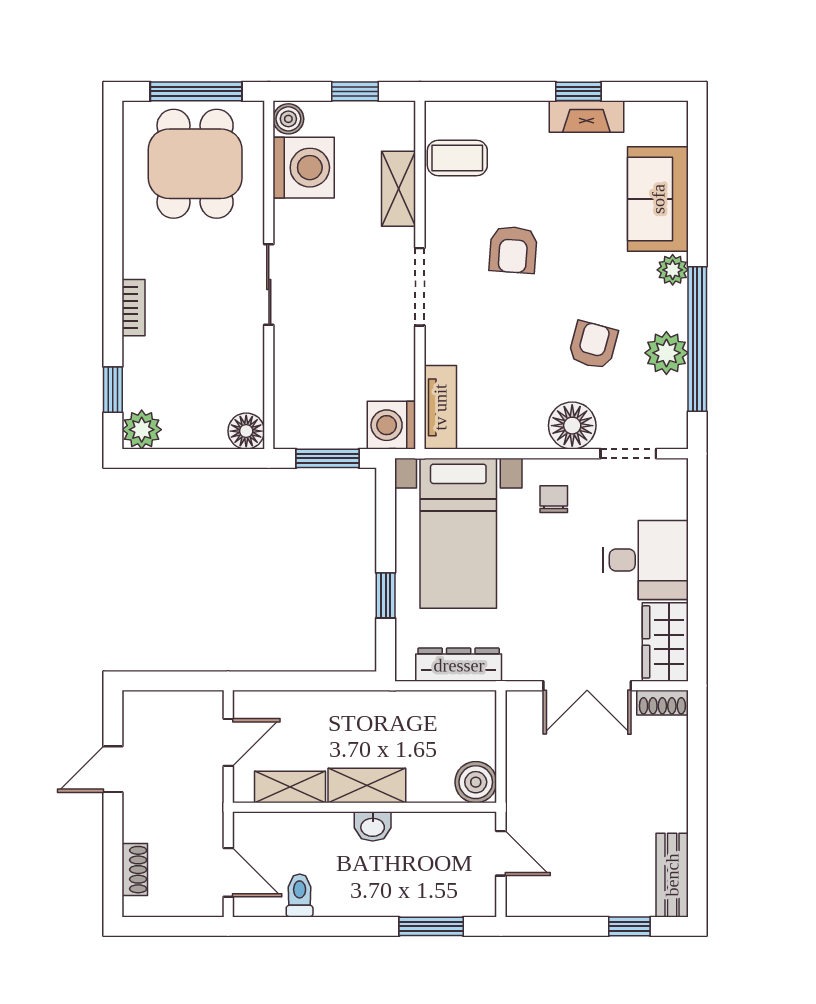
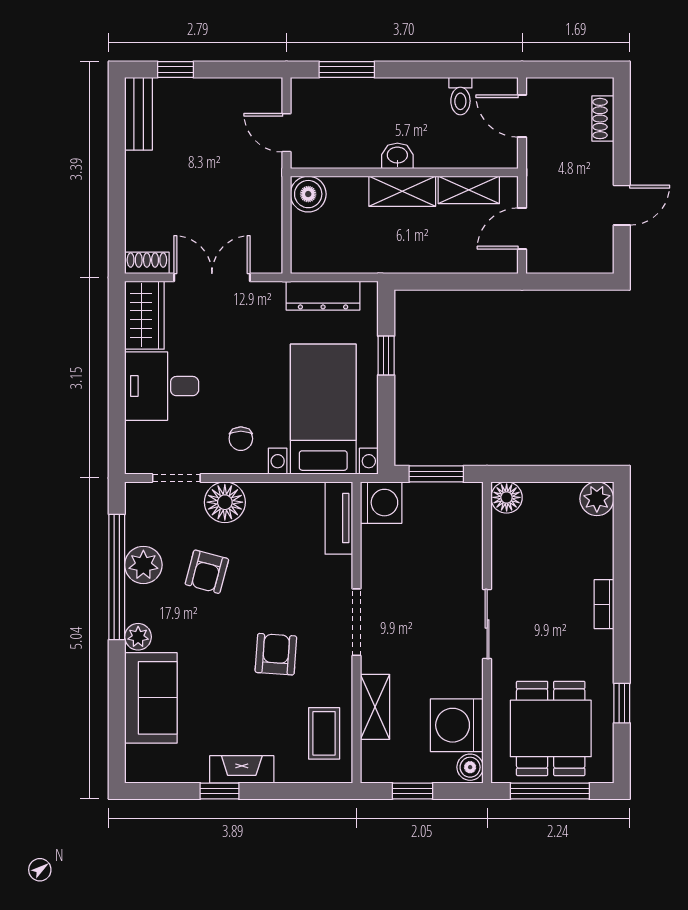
fireplace: (586, 116) -> (242, 769), moved
coffee table: (457, 158) -> (324, 733), turned 90
window: (113, 390) -> (622, 703), moved

